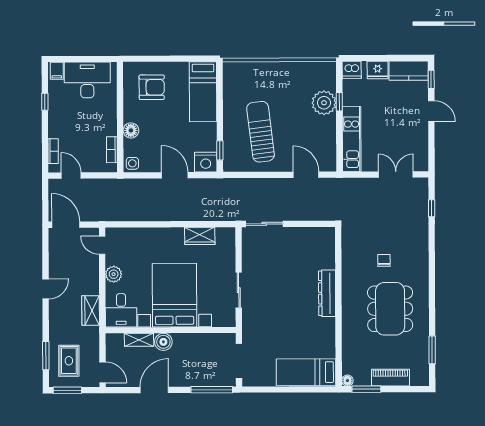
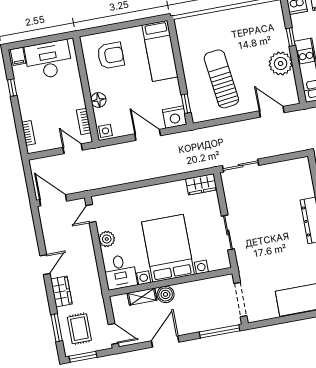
plant: (324, 103) -> (281, 63), moved
door: (71, 176) -> (73, 149), moved
wardrobe: (200, 236) -> (201, 184), moved
door: (102, 245) -> (91, 214), hinge flipped
wardrobe: (91, 311) -> (61, 291), moved, turned 180

